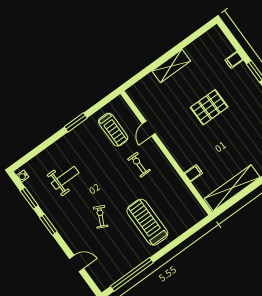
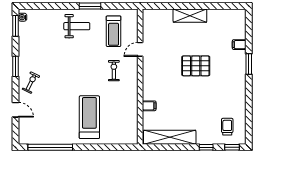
weight bench: (65, 178) -> (77, 26), moved
window: (29, 198) -> (16, 26), moved
exercise bike: (101, 217) -> (31, 83), moved

